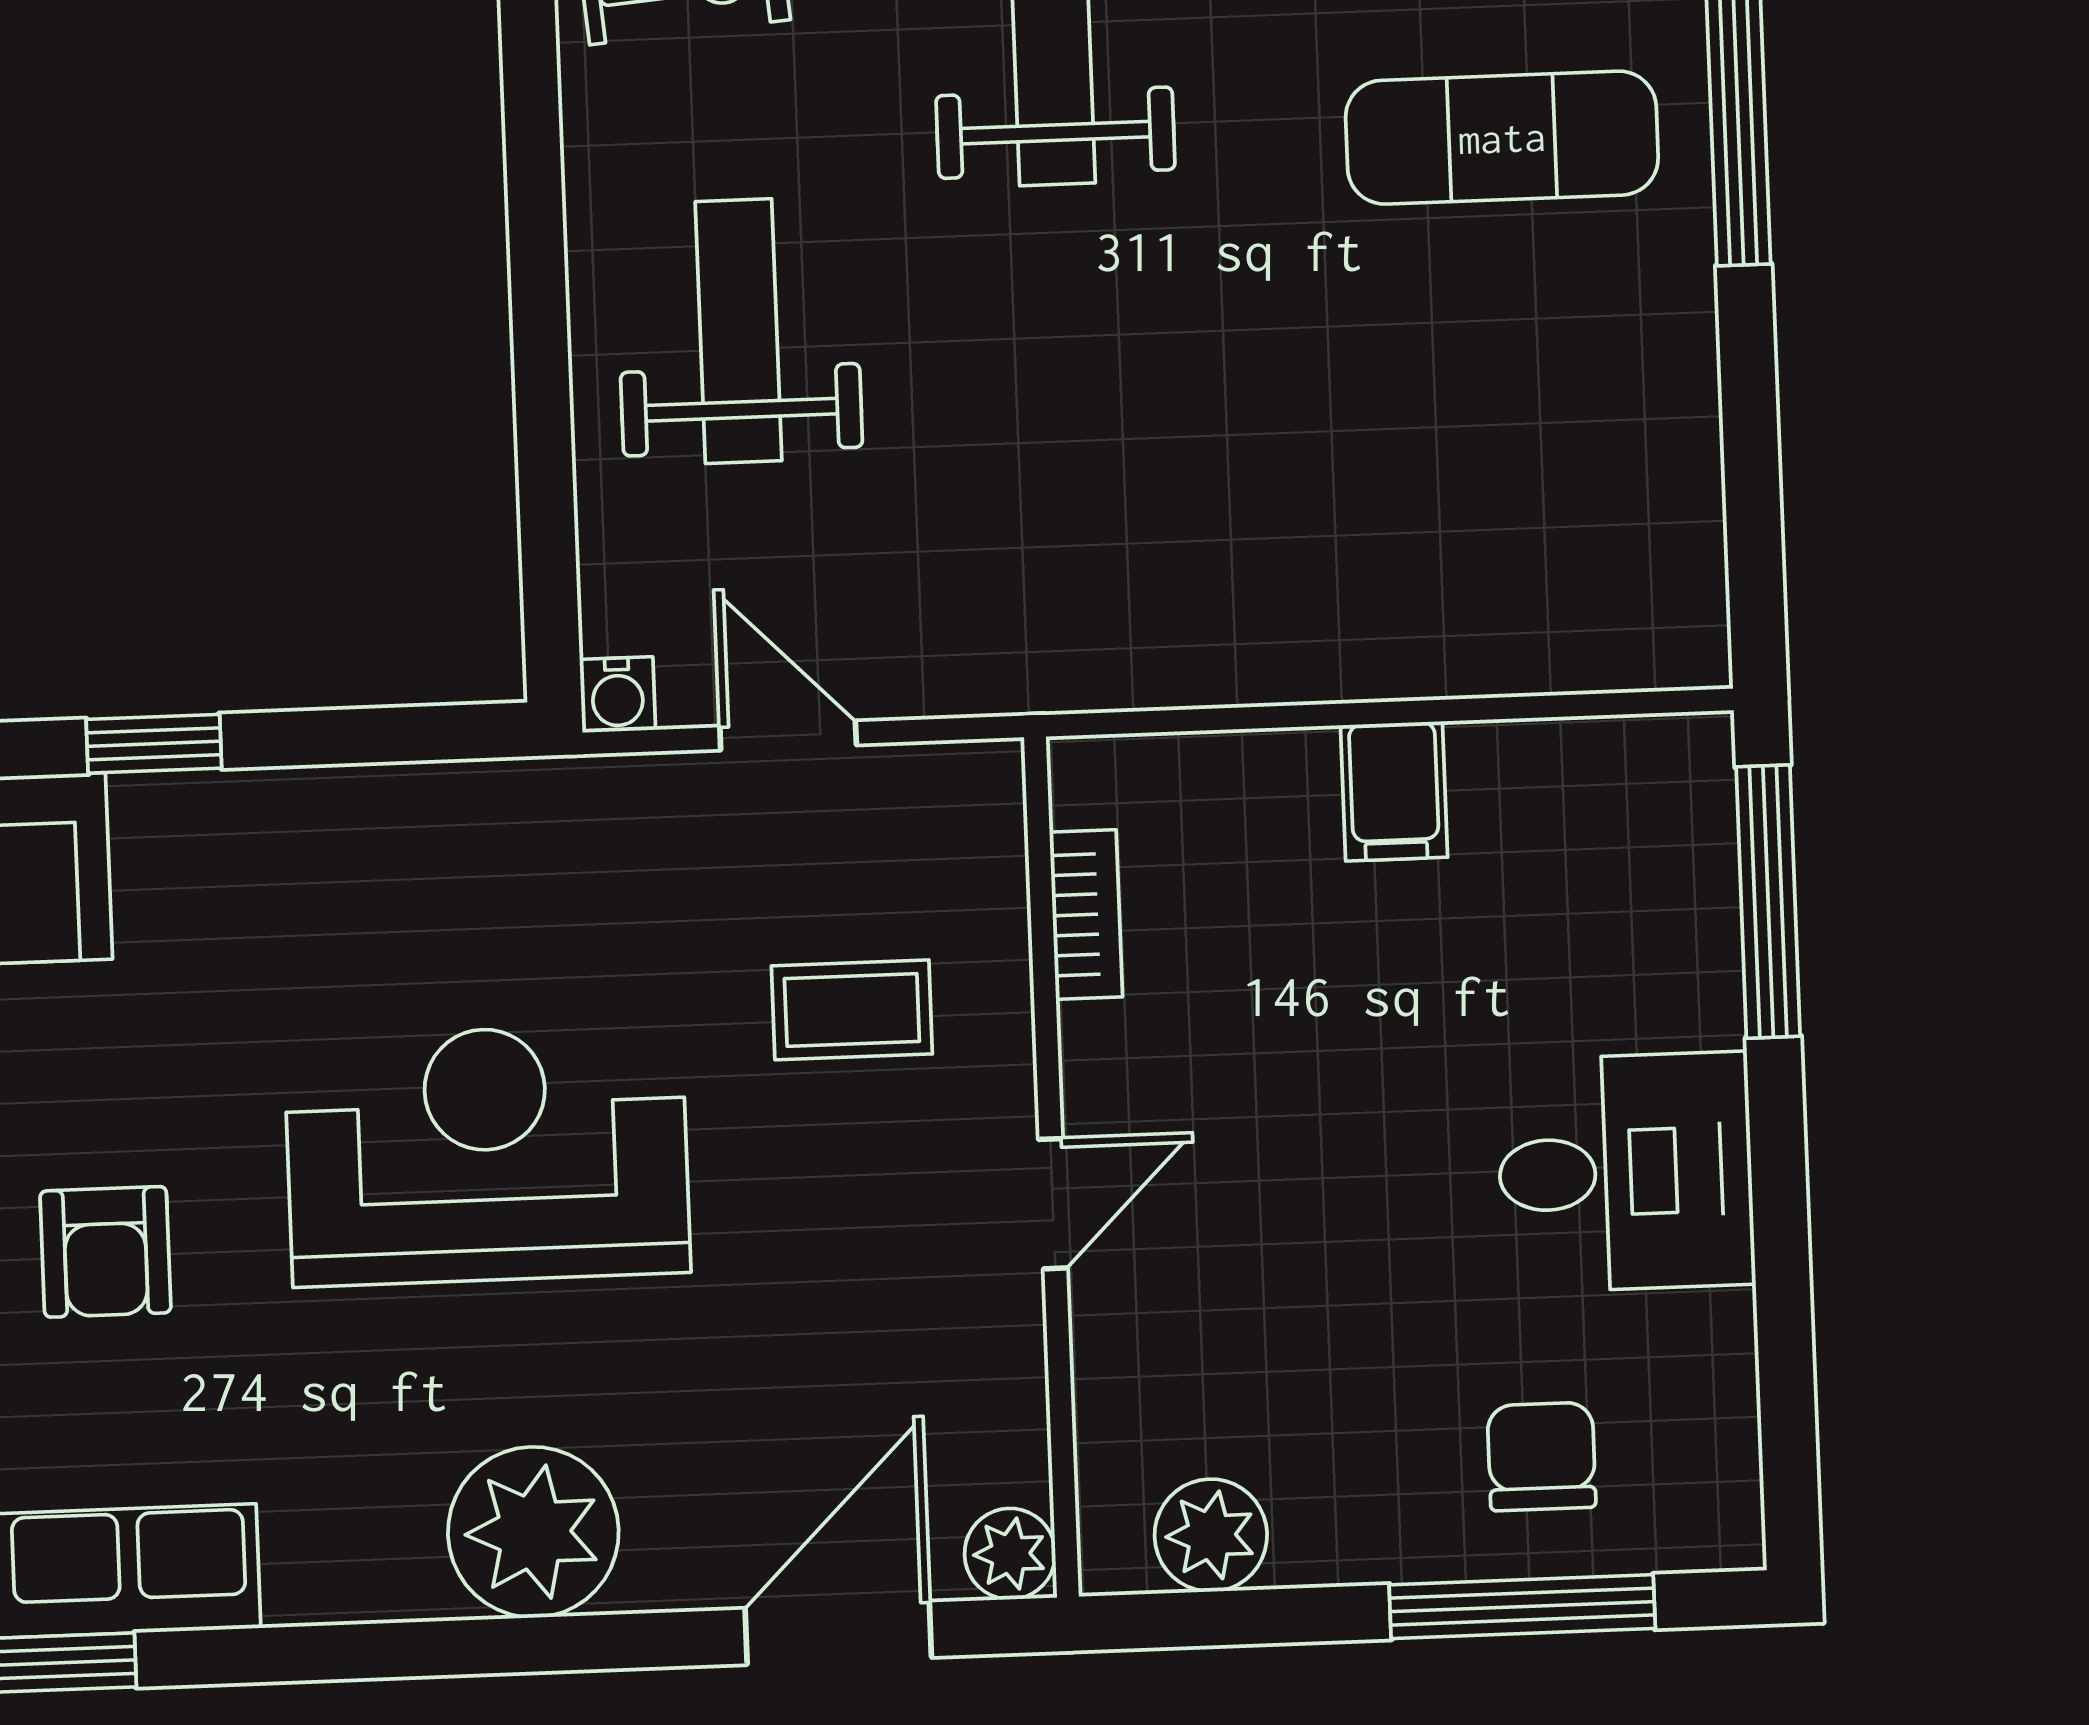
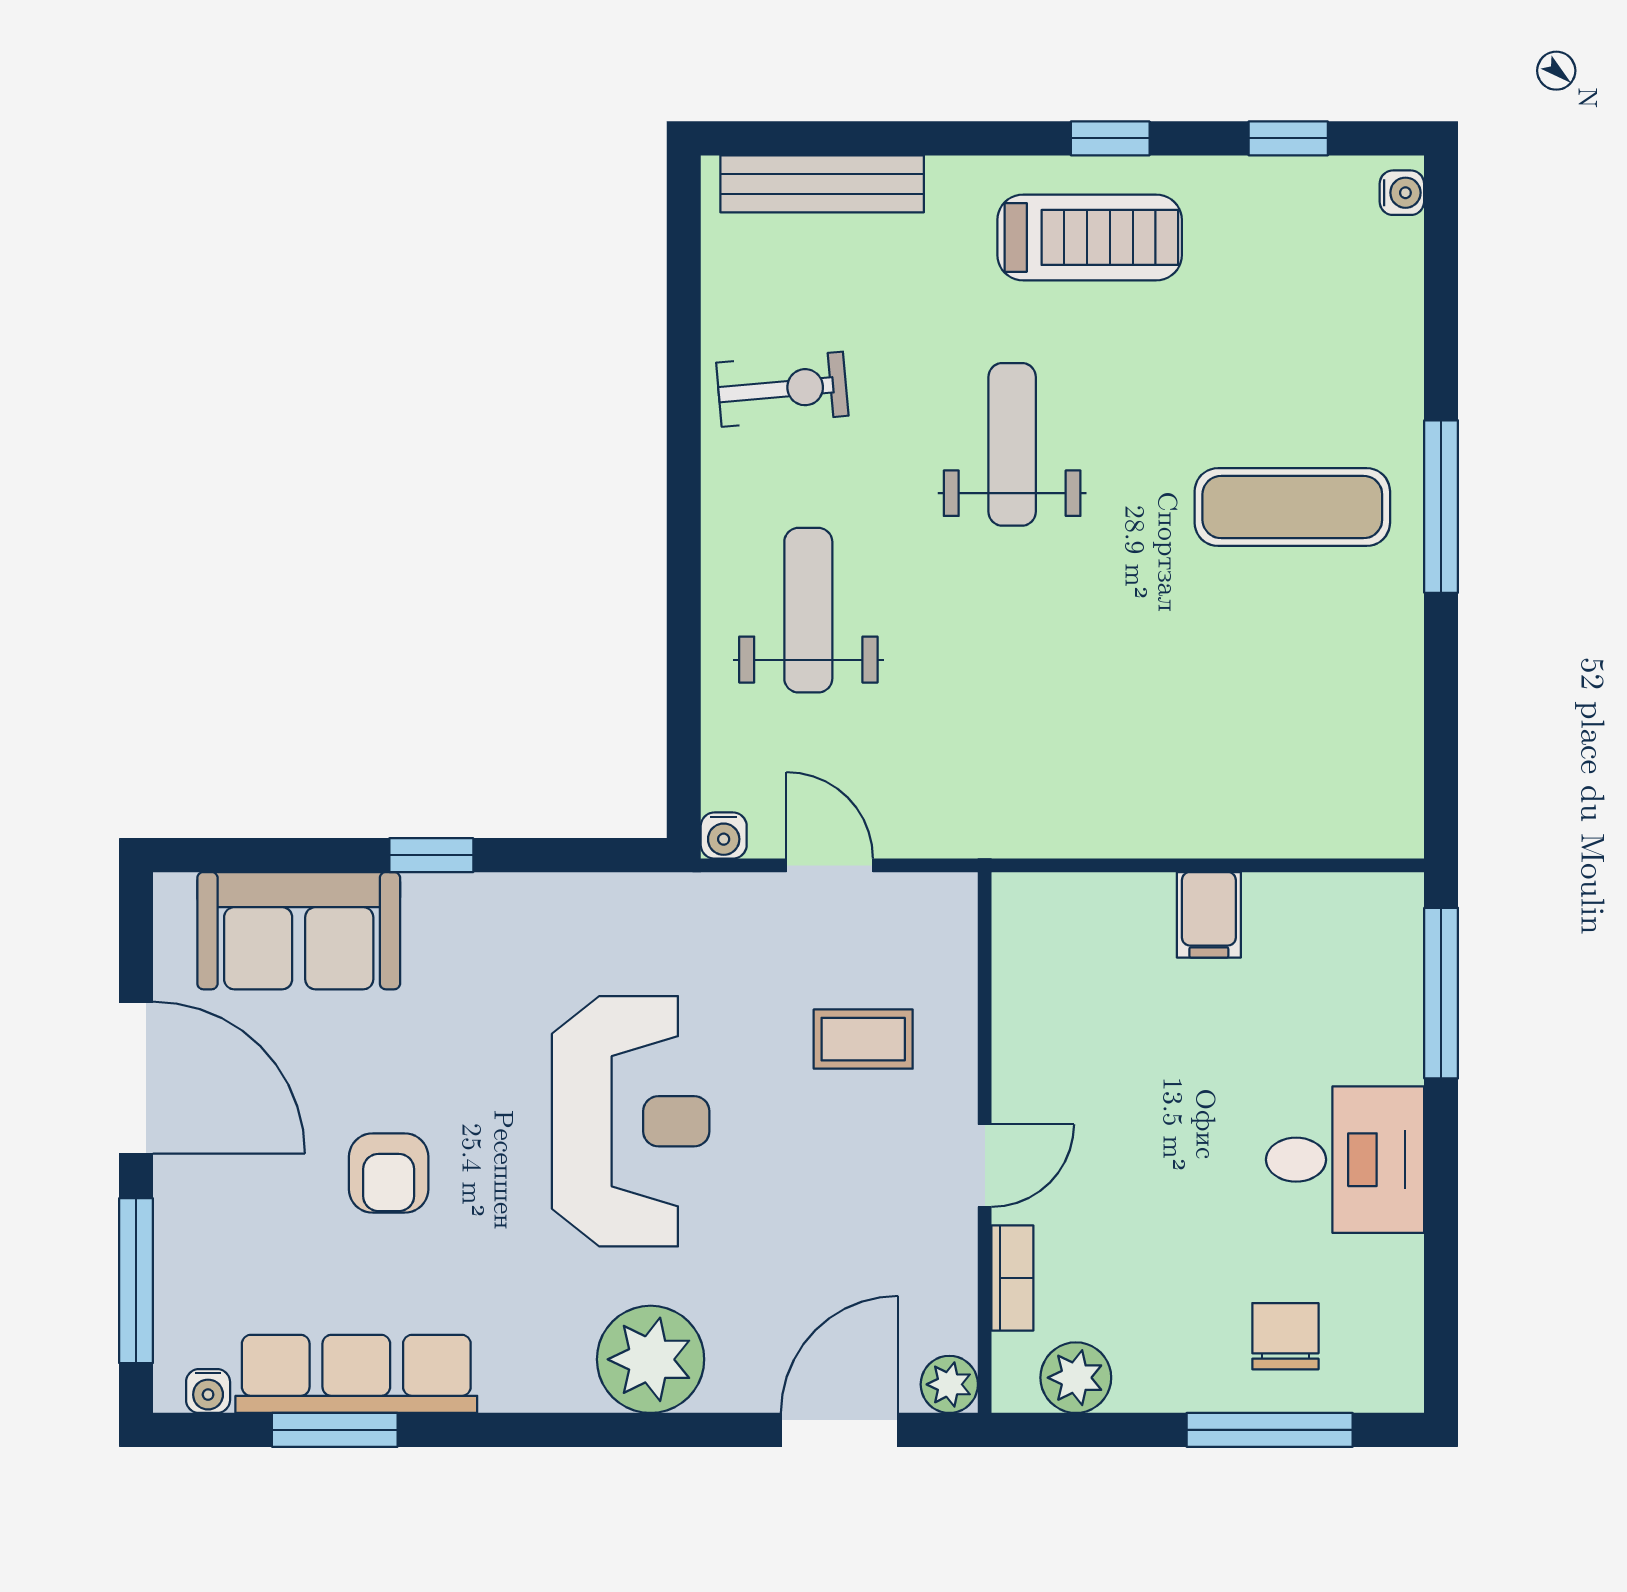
bookcase: (1086, 914) -> (1012, 1278), moved
reception desk: (487, 1155) -> (631, 1121), turned 90

